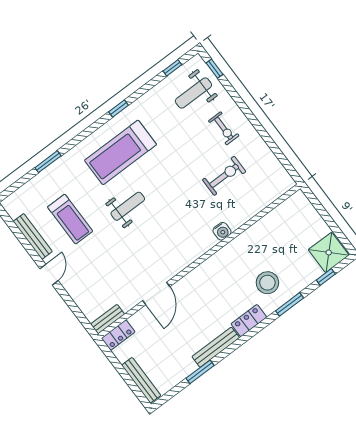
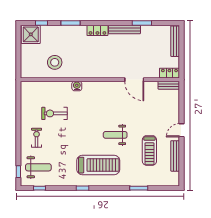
treadmill: (70, 219) -> (149, 150), turned 180
stool: (267, 283) -> (55, 62), moved
door: (156, 294) -> (134, 80), swing flipped

